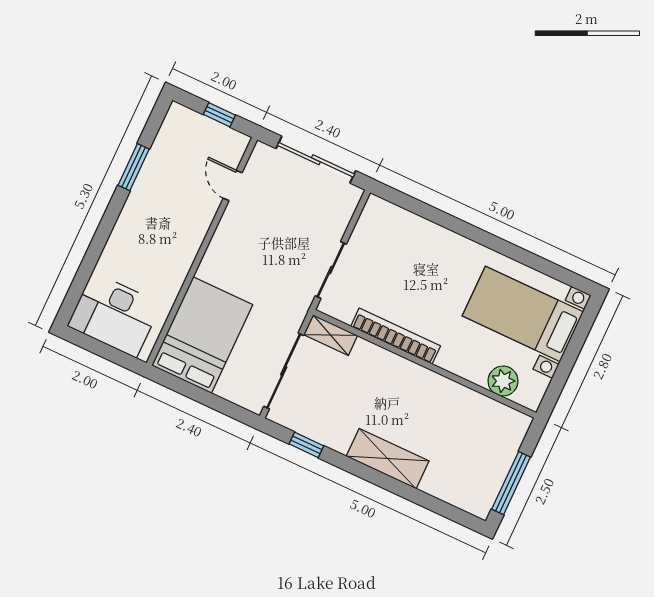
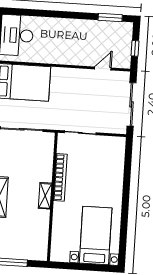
window: (134, 167) -> (110, 17), moved
shelving: (331, 335) -> (45, 196), moved
plant: (503, 381) -> (59, 239), removed

